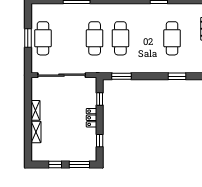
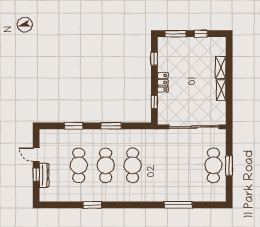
cafe table: (95, 38) -> (106, 165), moved
window: (121, 76) -> (111, 126), moved

